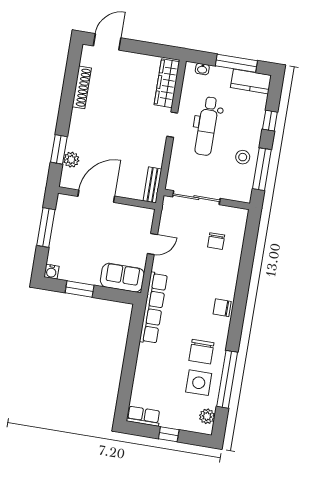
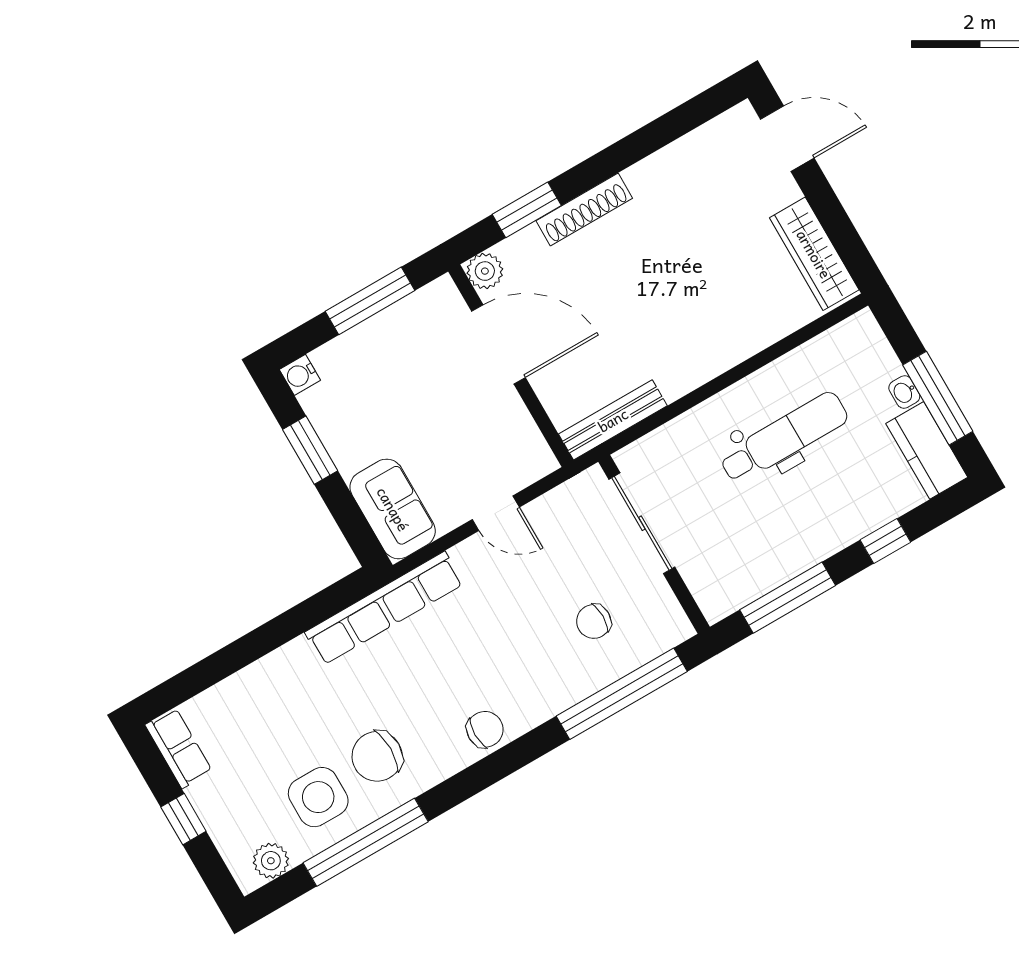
washbasin: (202, 69) -> (904, 392), moved
wardrobe: (167, 83) -> (814, 254), moved, turned -90
shoe rack: (82, 87) -> (584, 209), moved
doorway: (172, 125) -> (736, 374), removed
dental chair: (207, 126) -> (784, 438), turned 180
stool: (243, 157) -> (781, 546), removed
plant: (71, 160) -> (485, 271), moved
bench: (152, 185) -> (613, 420), width x1.36
window: (248, 252) -> (622, 694), added
chair: (222, 308) -> (485, 729), turned 90

